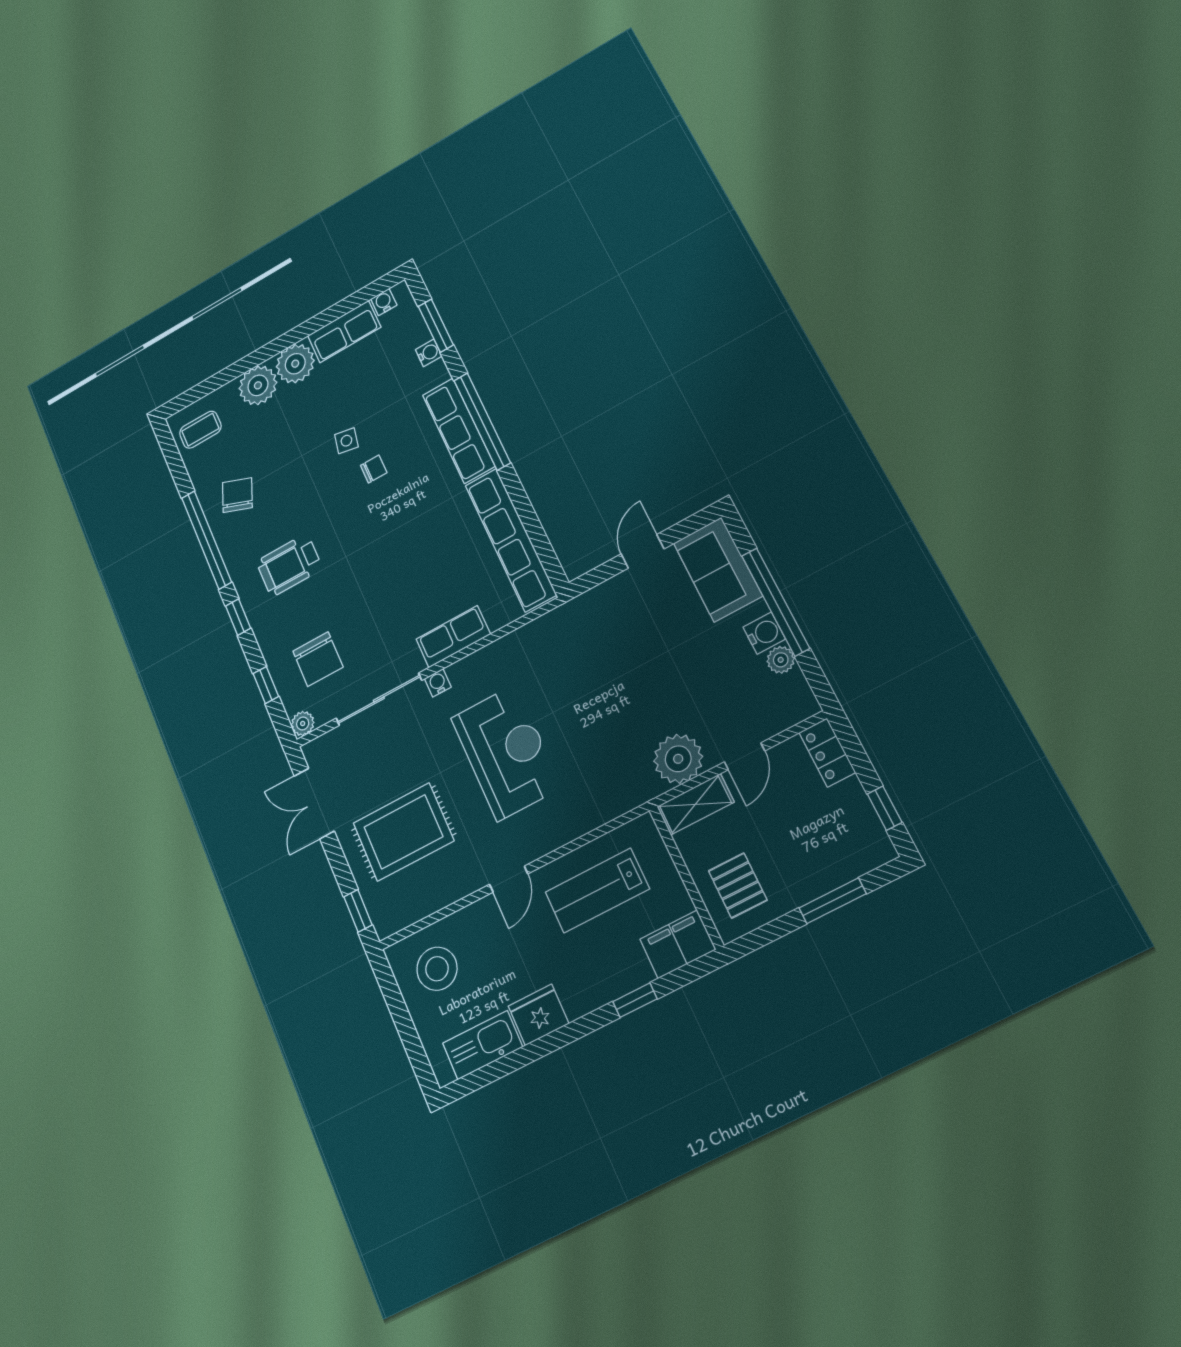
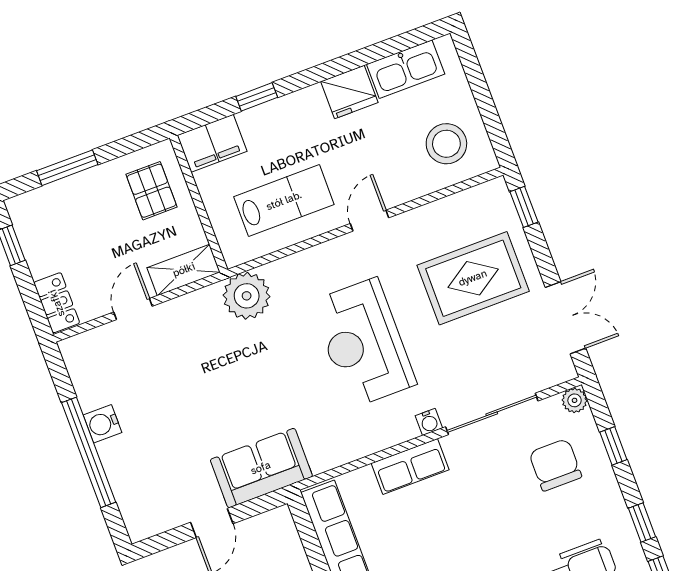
sofa: (718, 569) -> (261, 468), moved, turned -90
plant: (781, 660) -> (90, 396), removed
plant: (678, 759) -> (247, 296), moved

